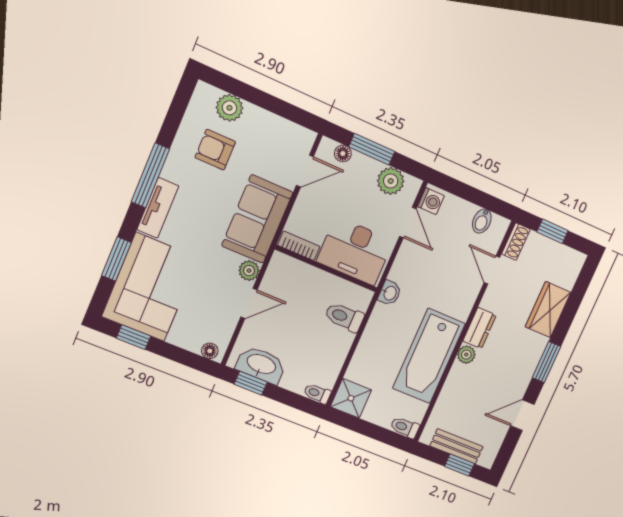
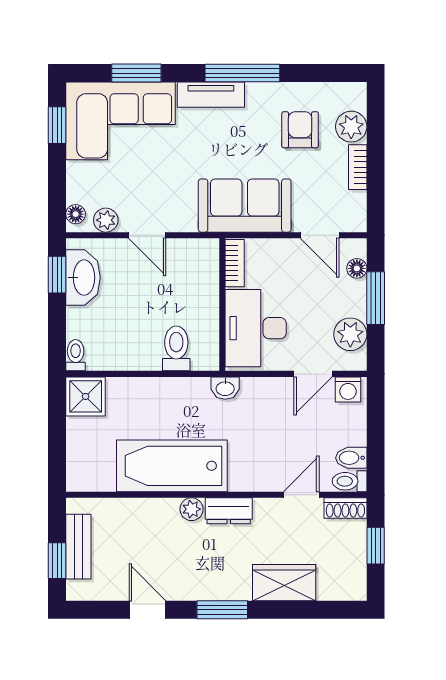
bookcase: (264, 117) -> (358, 167), added
plant: (249, 271) -> (106, 220), moved
toilet: (405, 427) -> (350, 481), moved, turned -90

